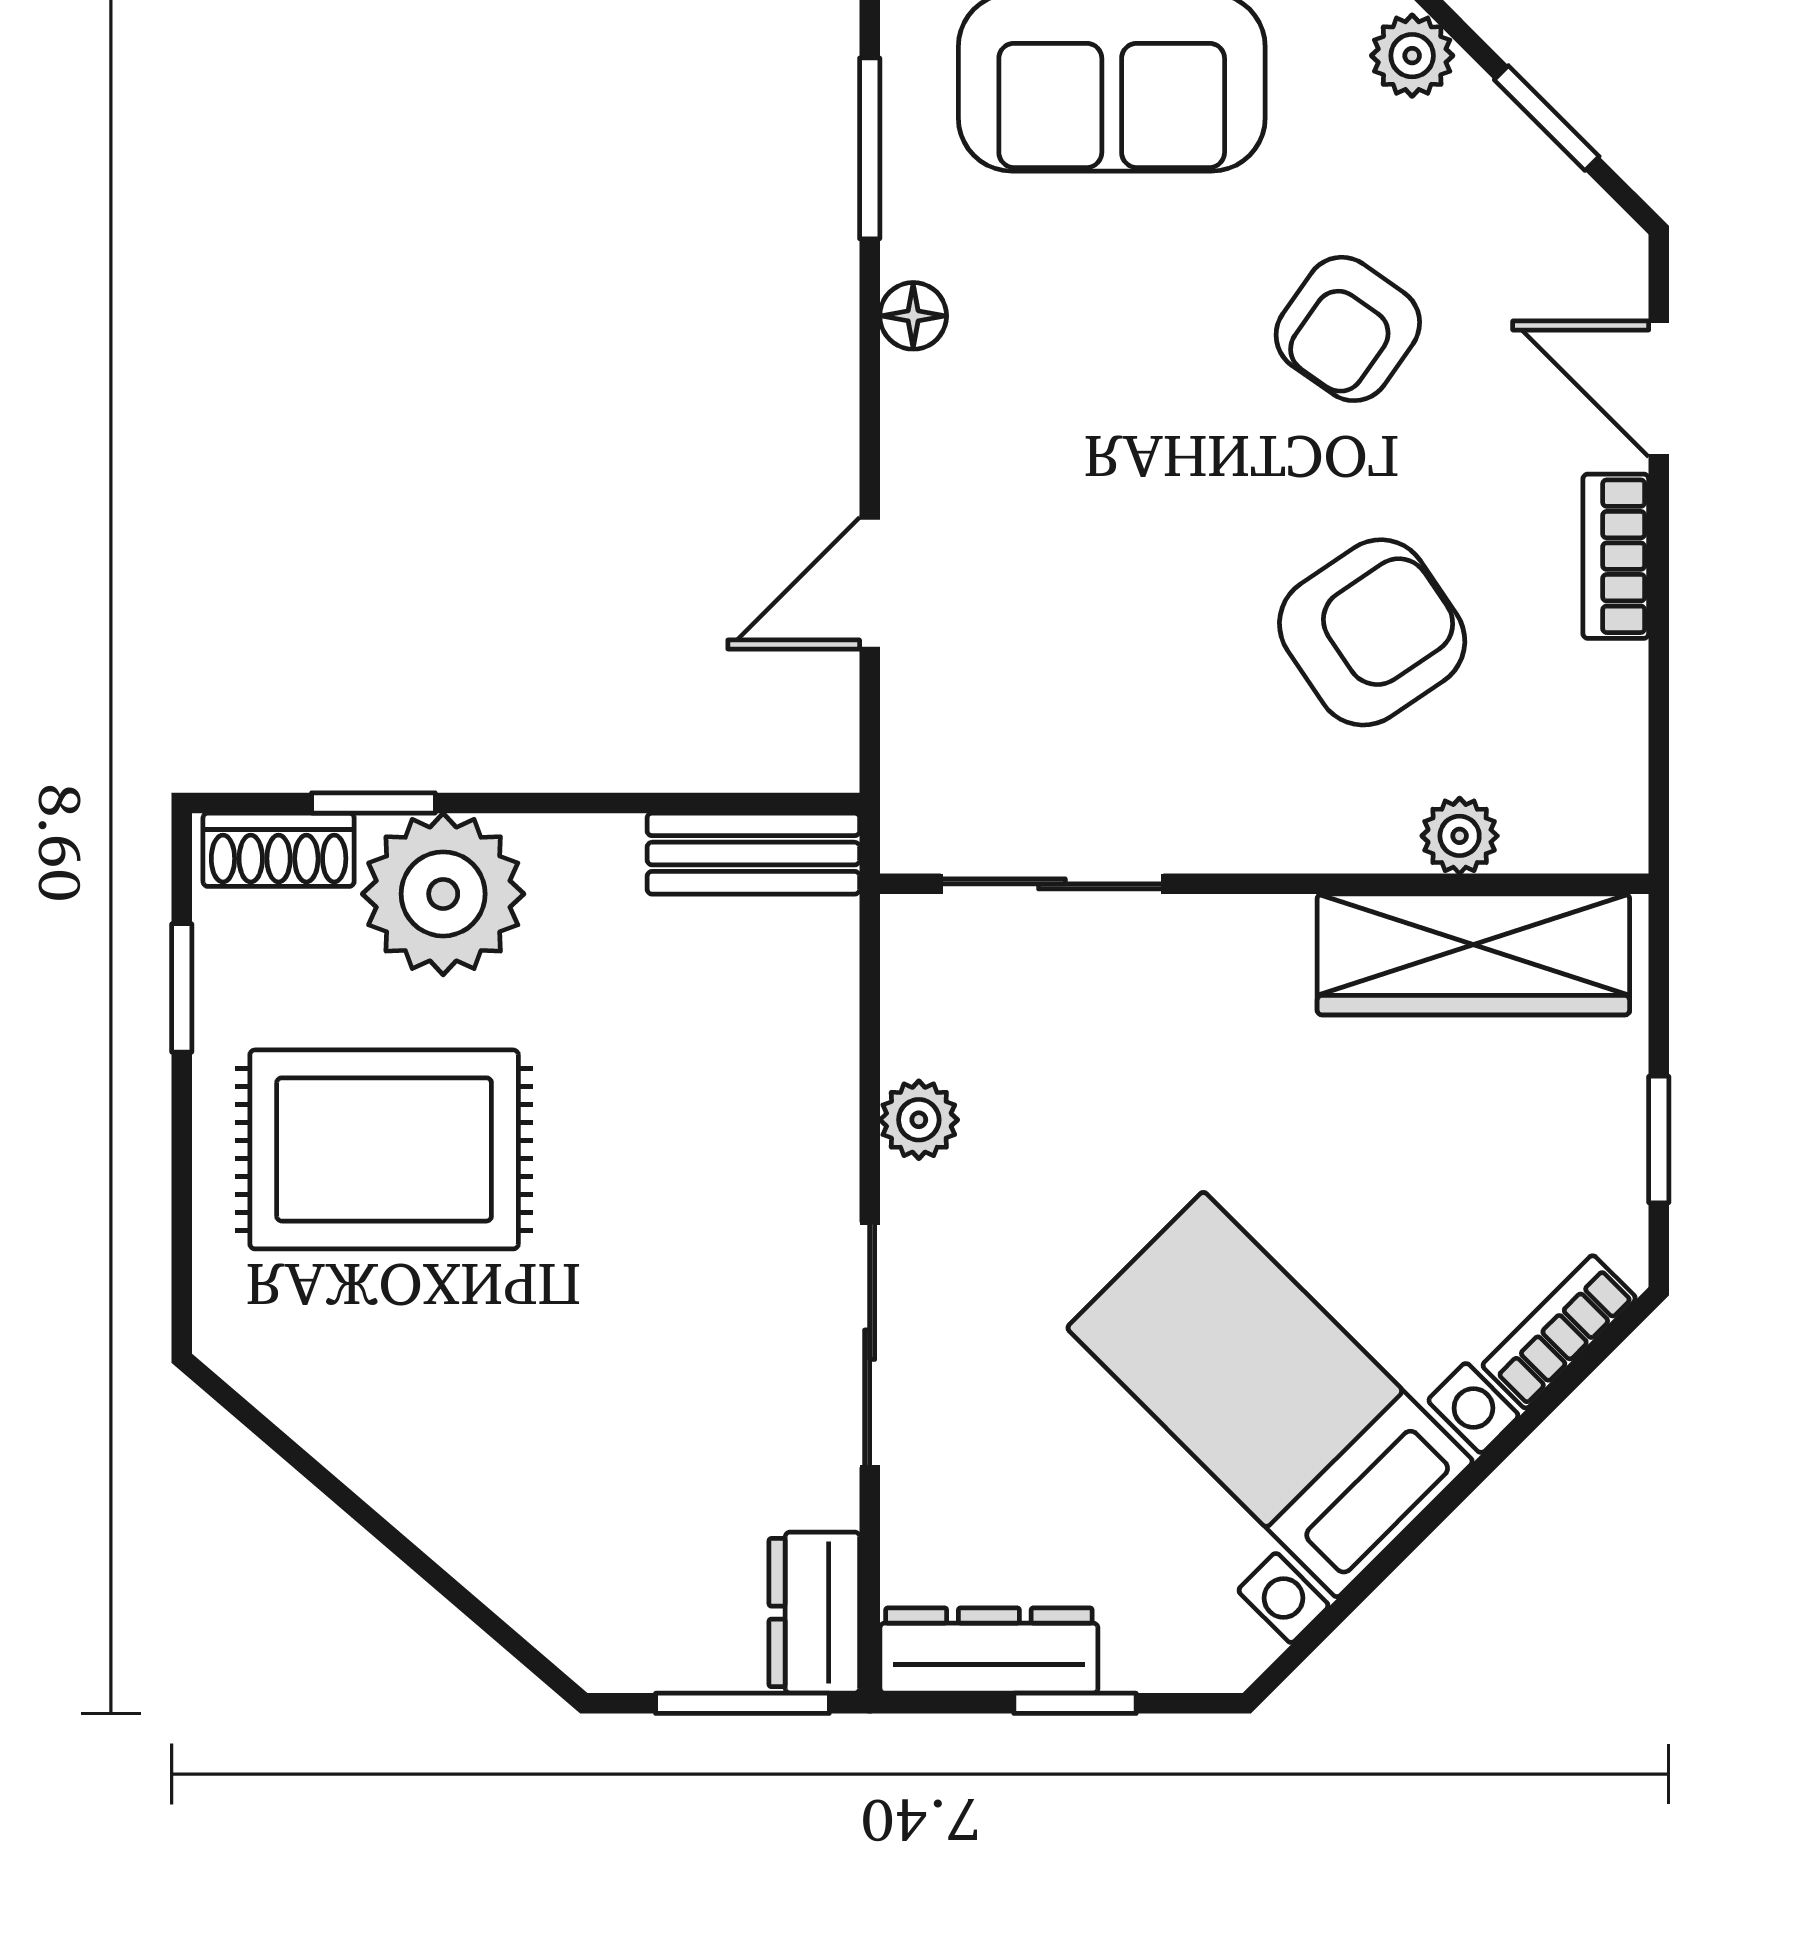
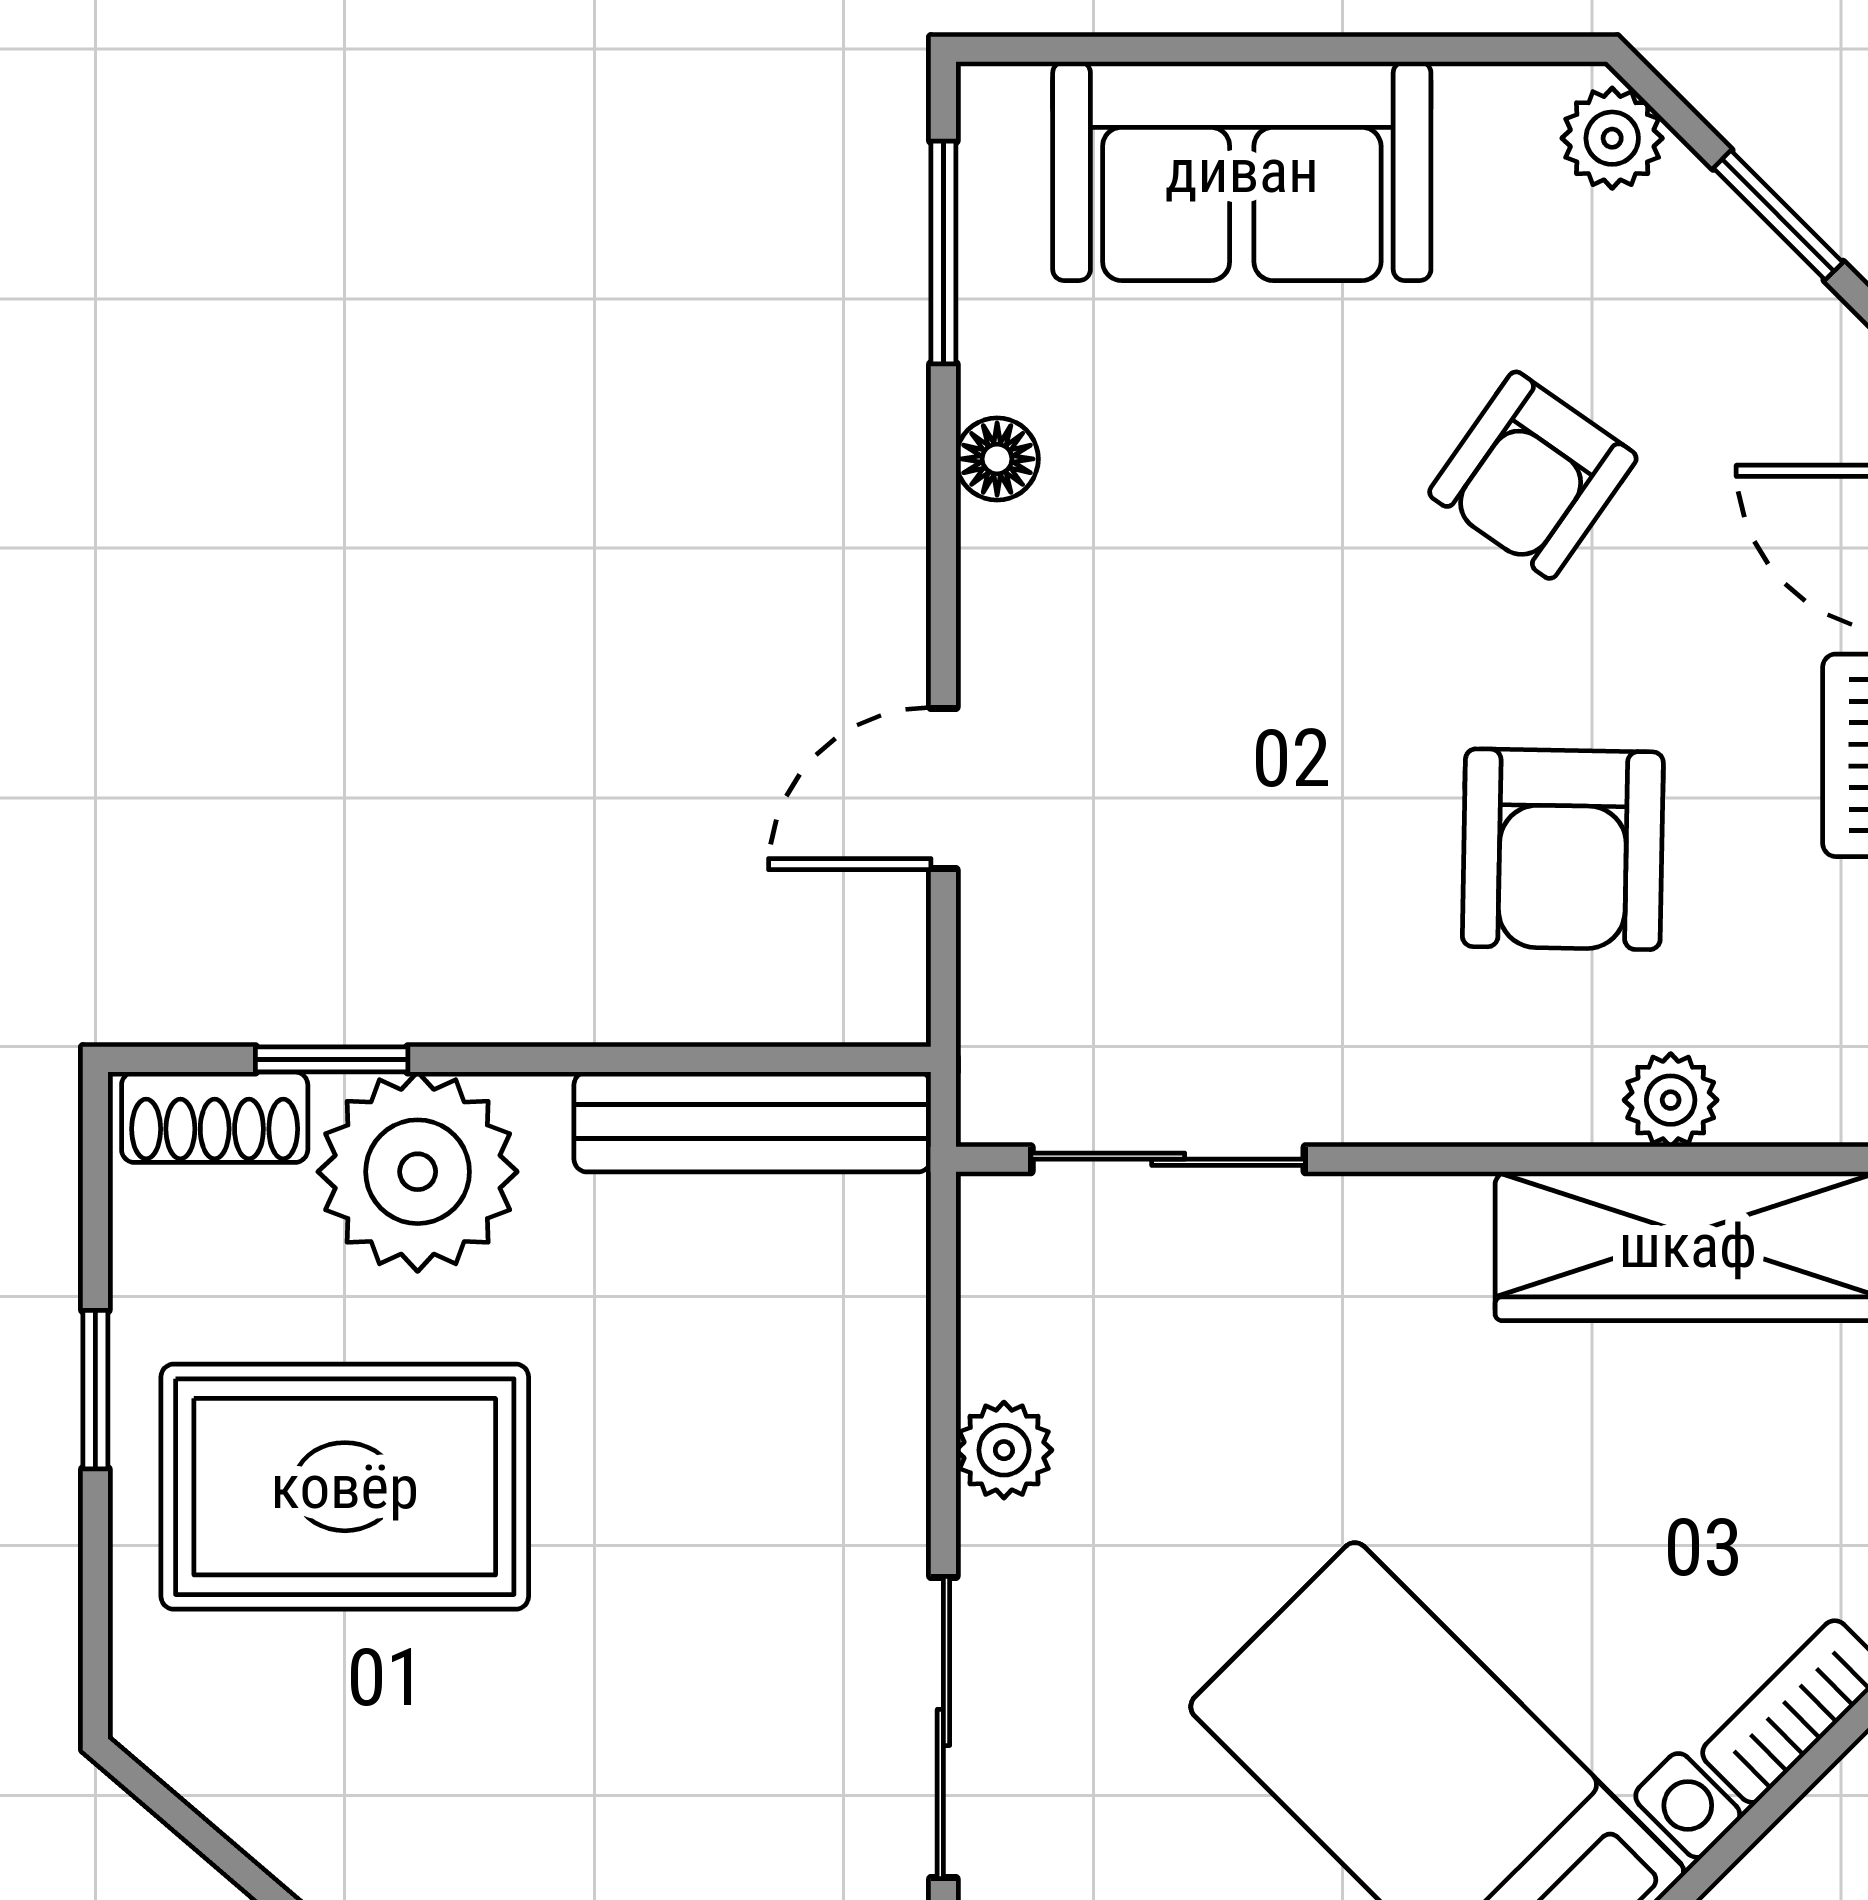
armchair: (1372, 632) -> (1563, 849), turned 125
bench: (753, 854) -> (752, 1122), width x1.36
window: (182, 988) -> (95, 1390), moved

